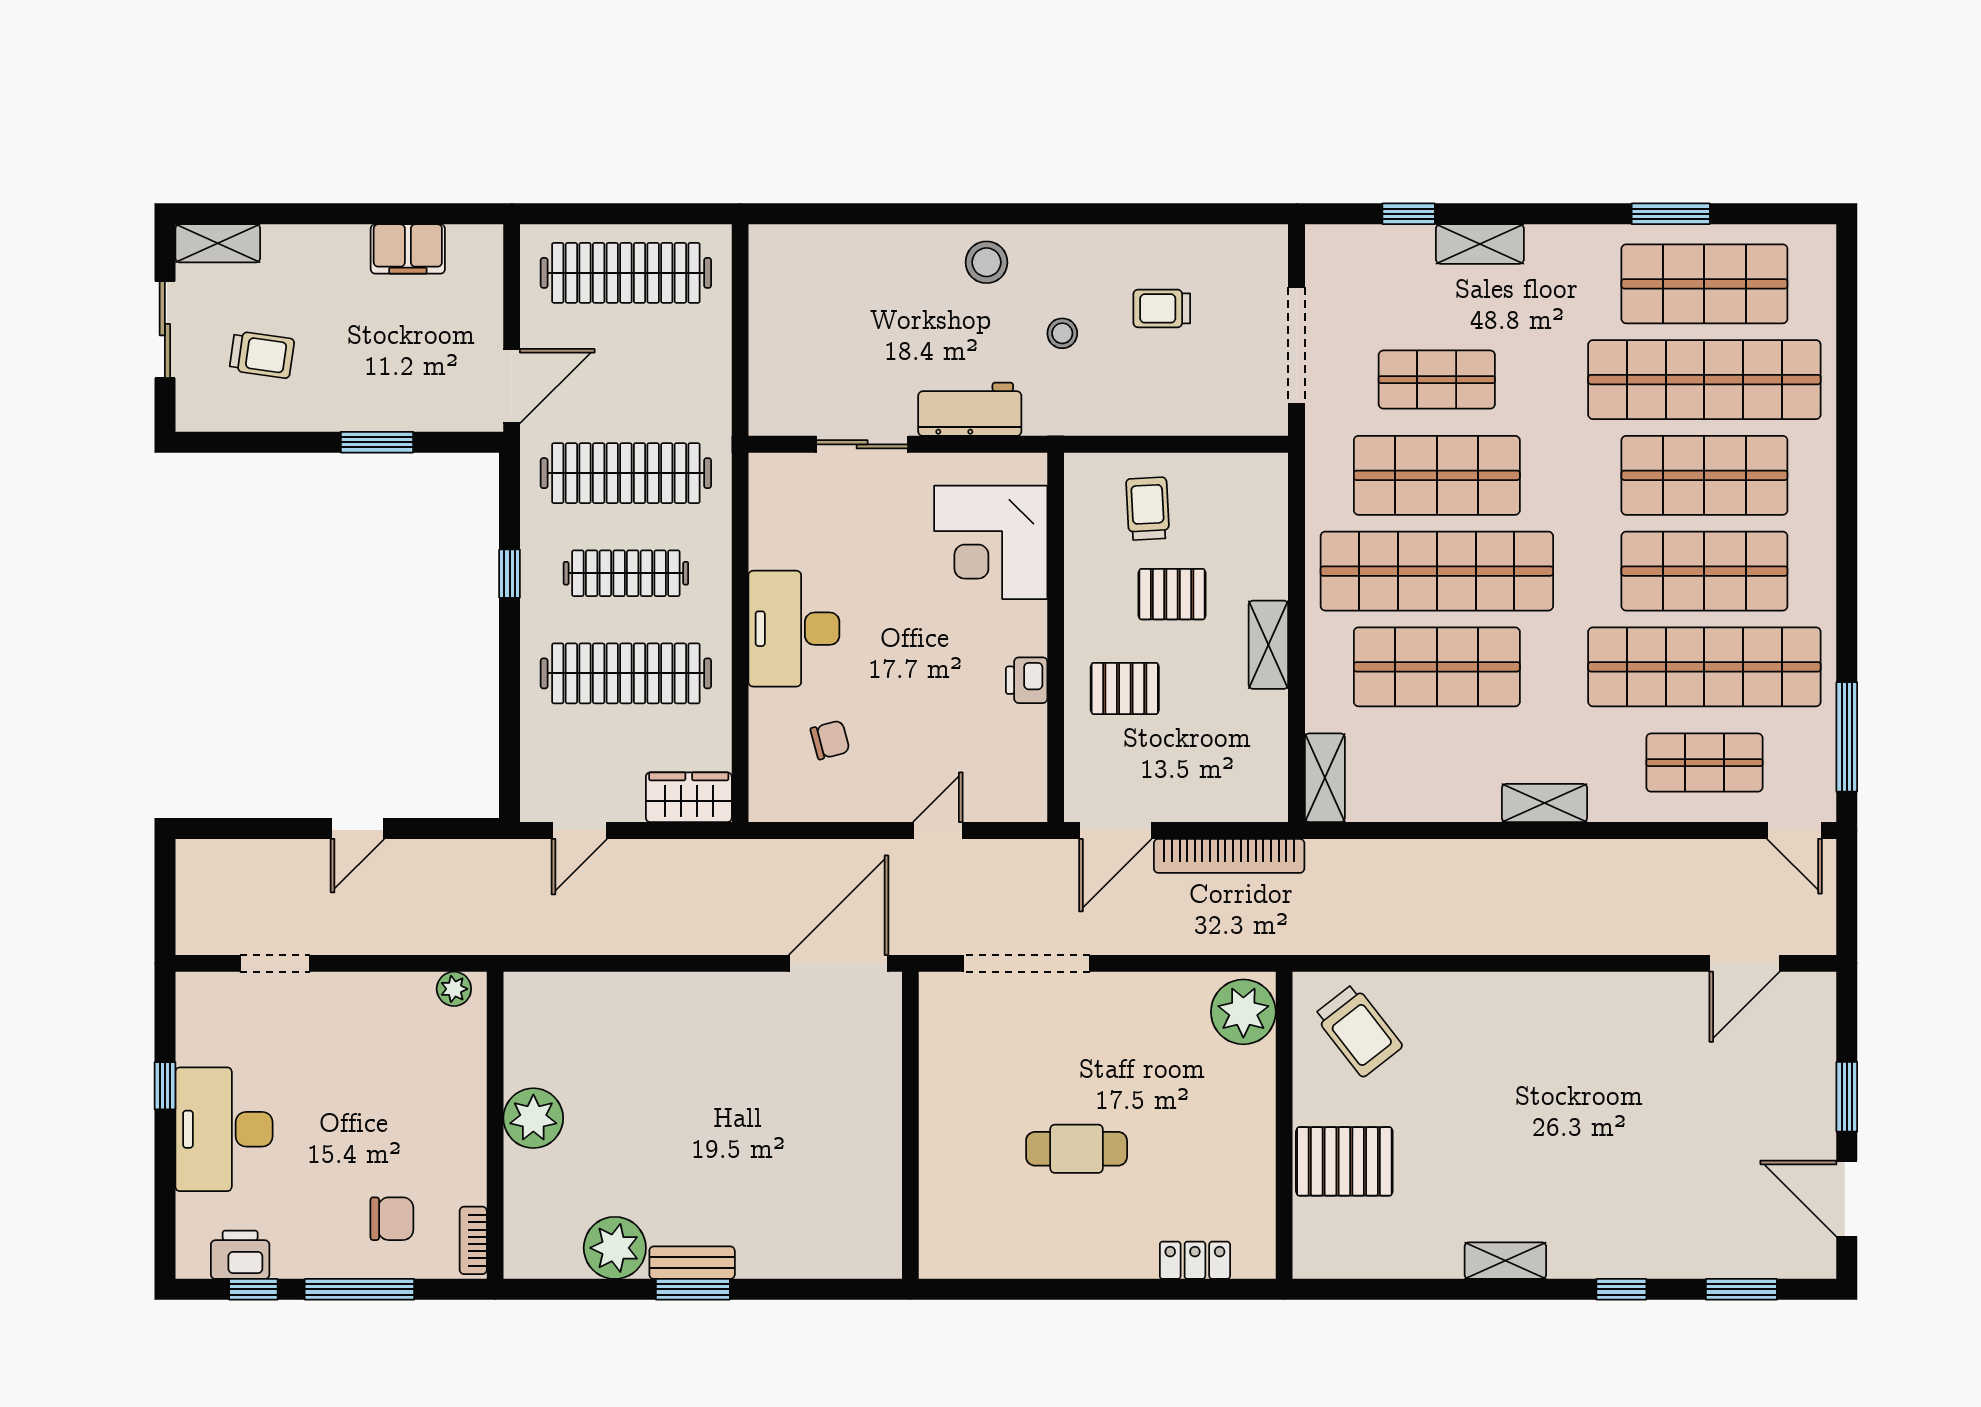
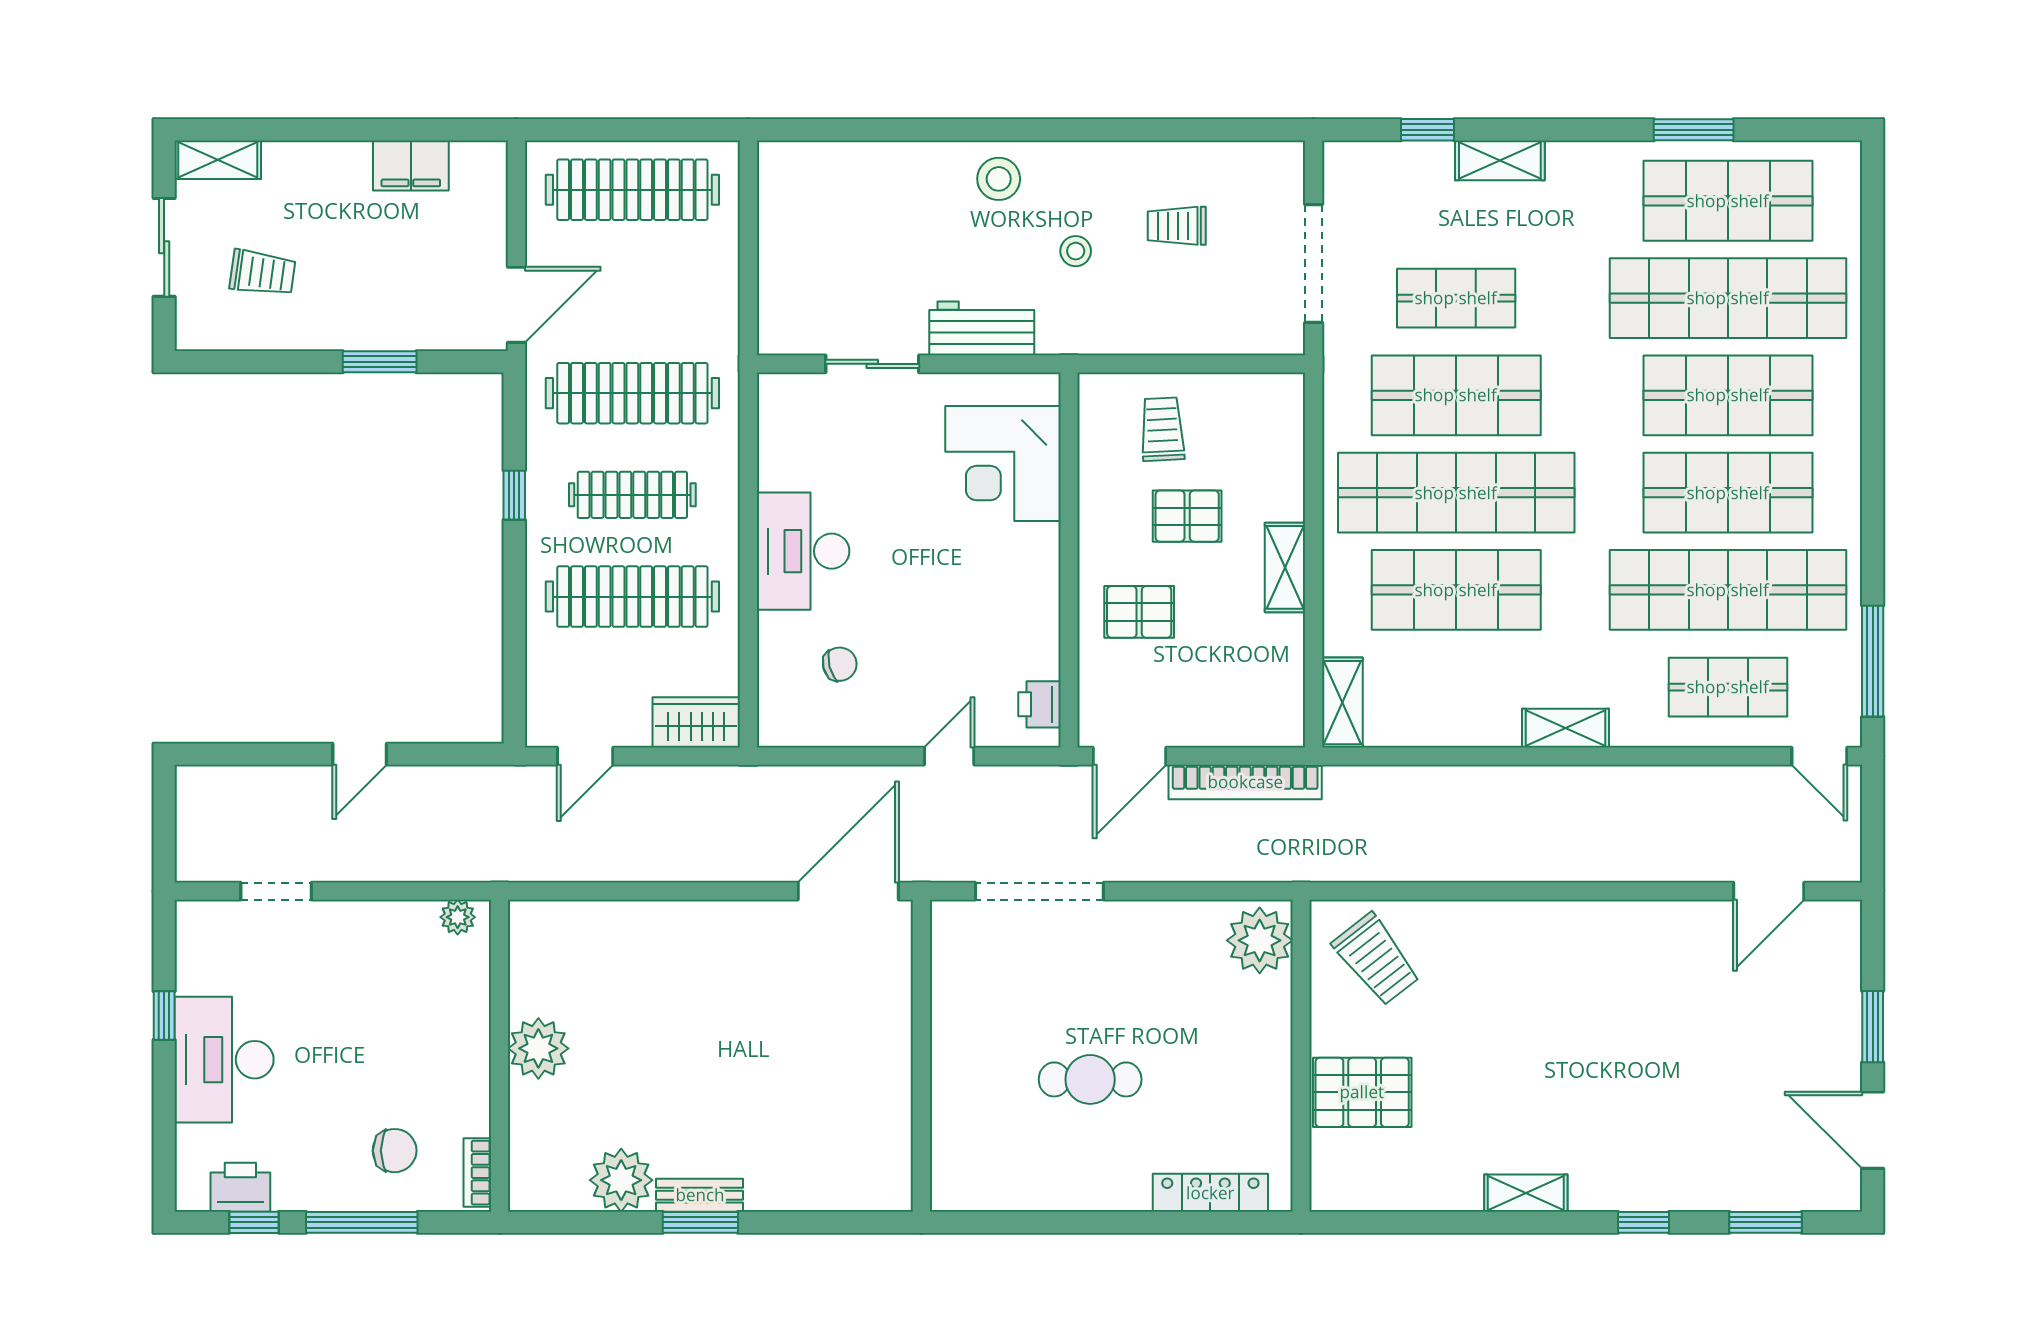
printer: (1027, 680) -> (1039, 704), moved
locker: (1195, 1260) -> (1210, 1193), width x1.53

